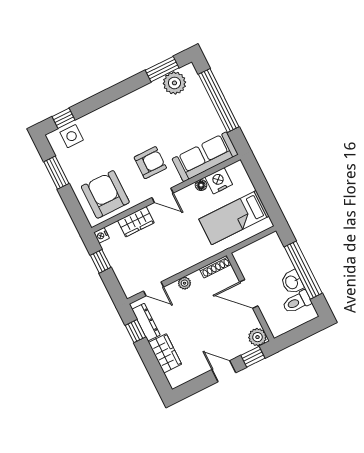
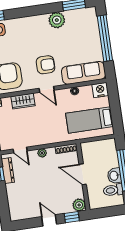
plant: (174, 83) -> (57, 20), moved
nightstand: (219, 181) -> (100, 90), moved
wardrobe: (165, 353) -> (14, 196), removed

